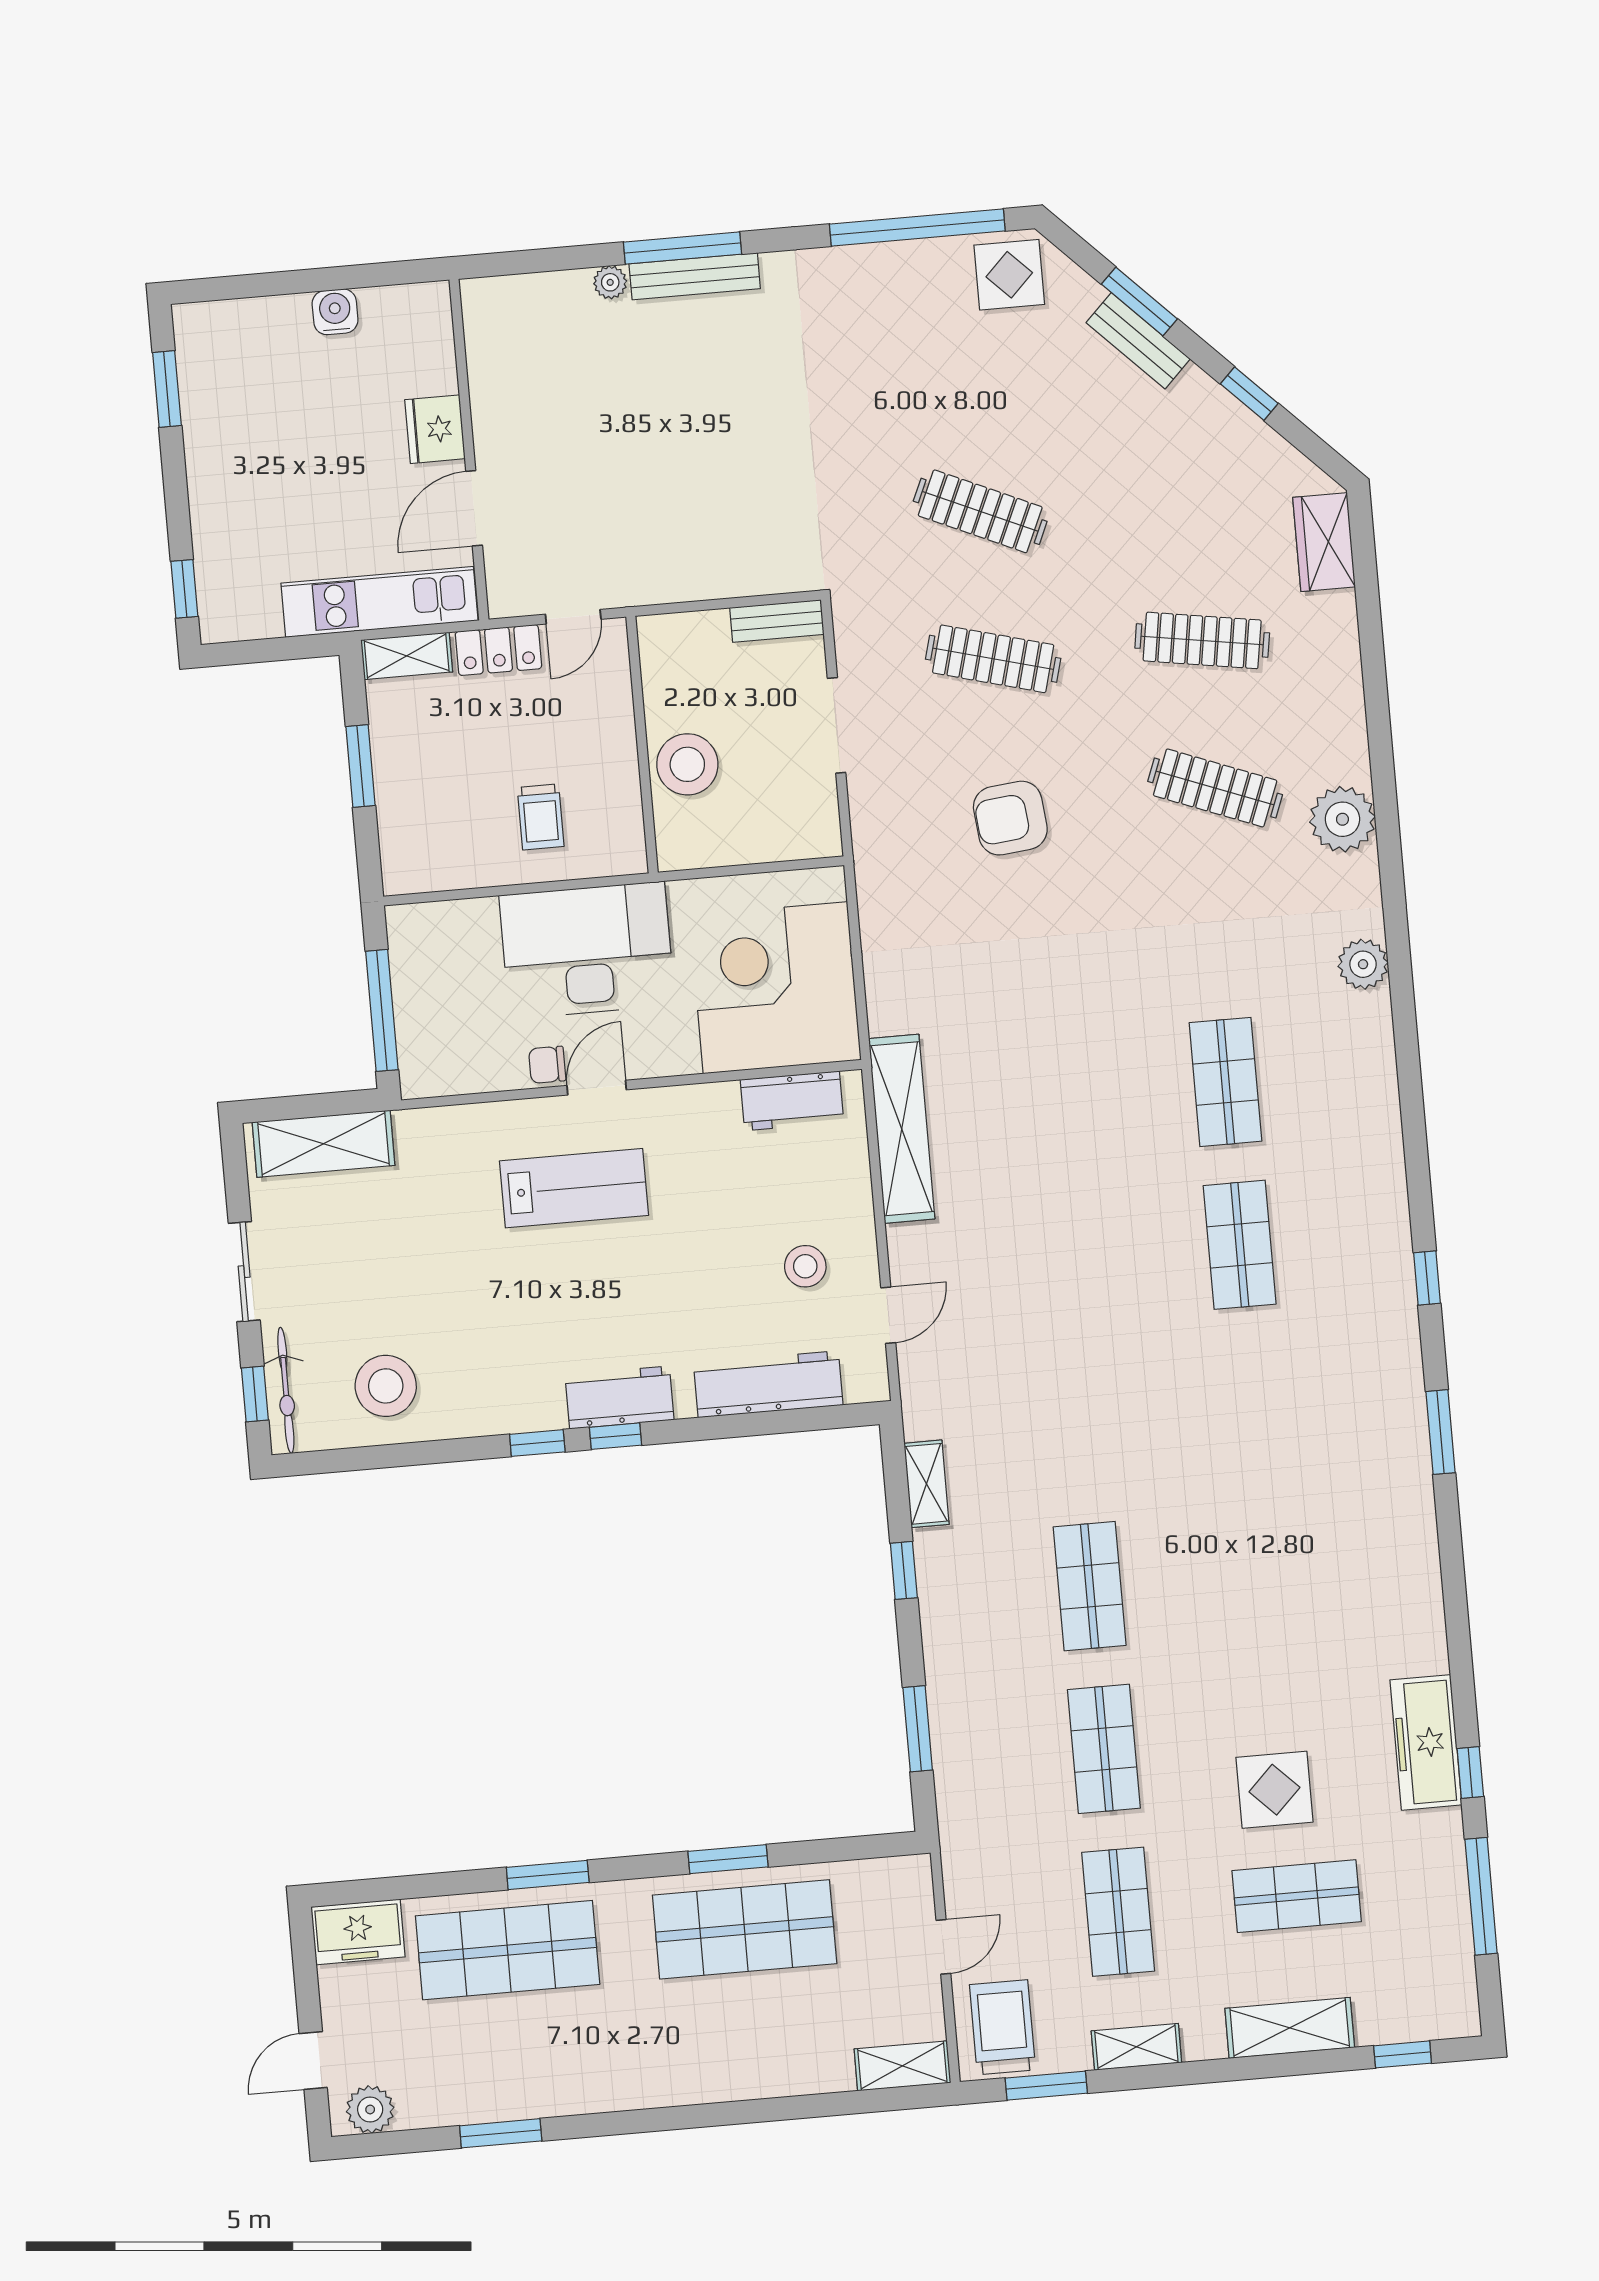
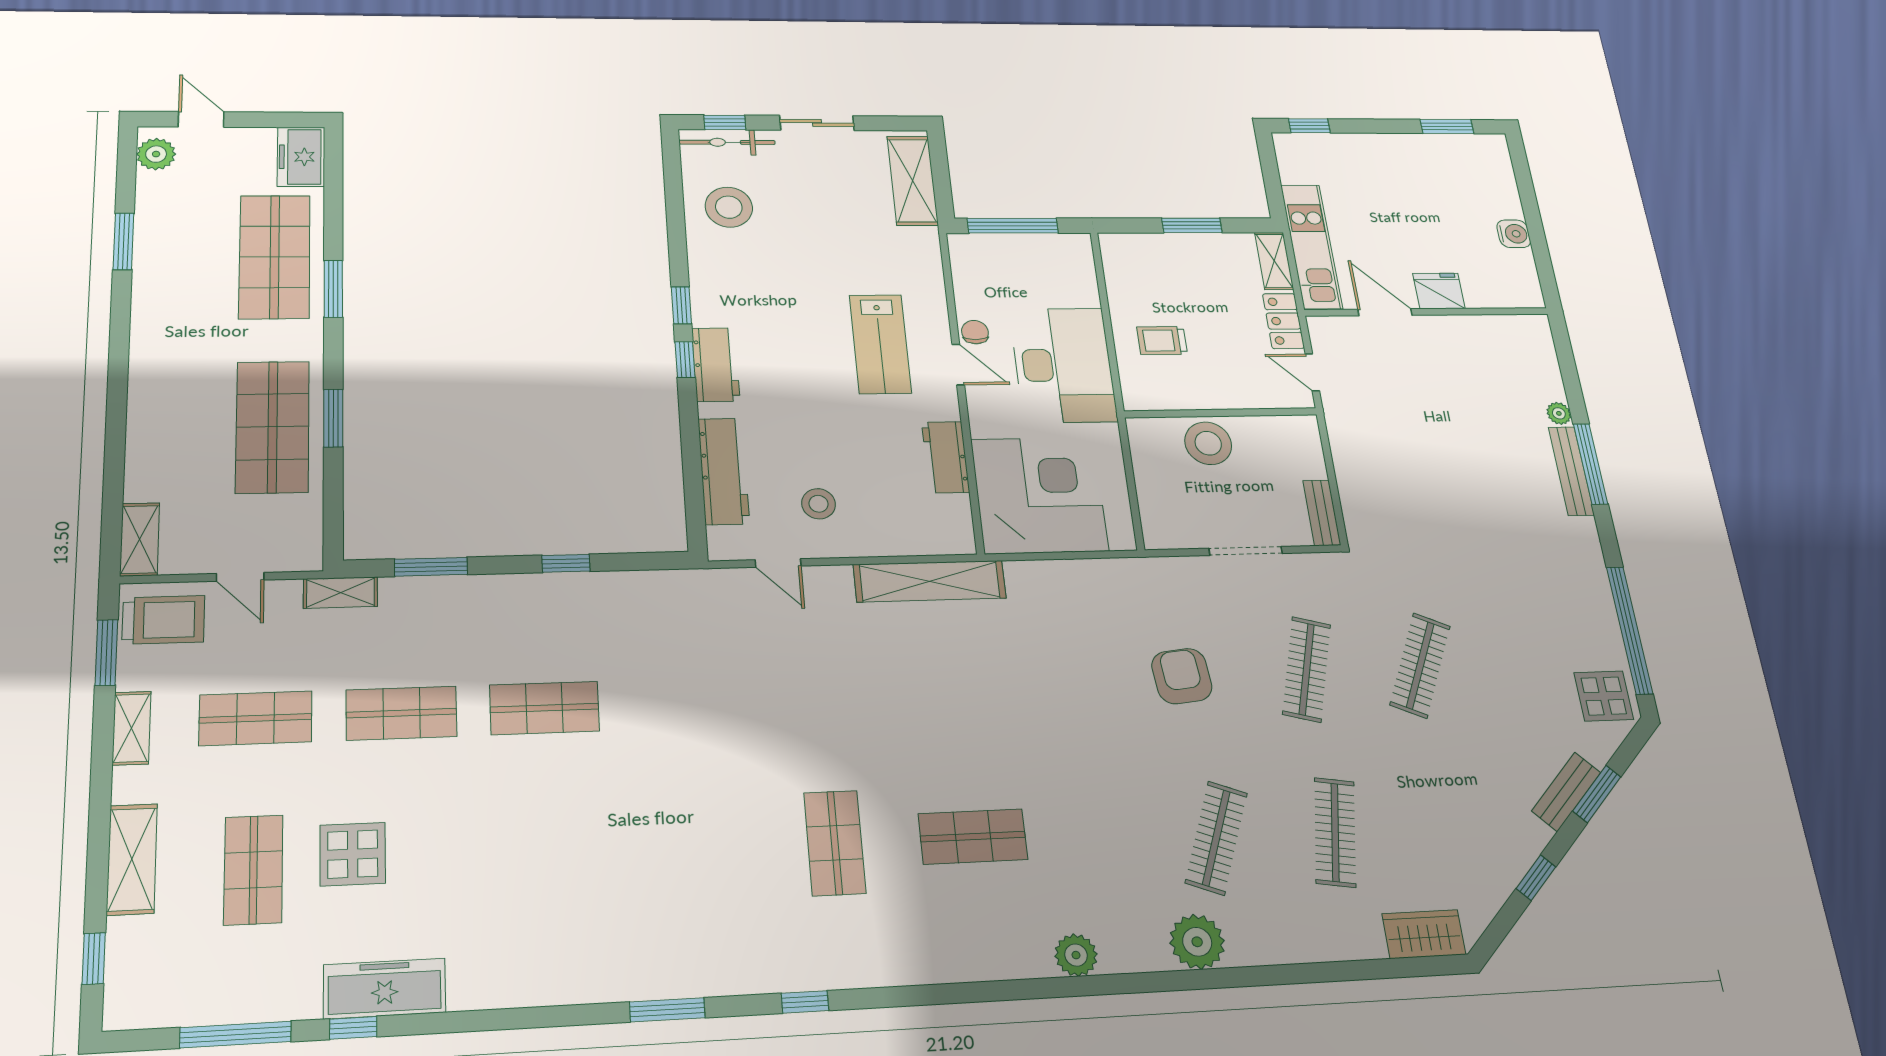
workbench: (792, 1101) -> (946, 457), moved
shop shelf: (1240, 1245) -> (835, 843), turned 90
shelving: (927, 1484) -> (341, 593), moved

